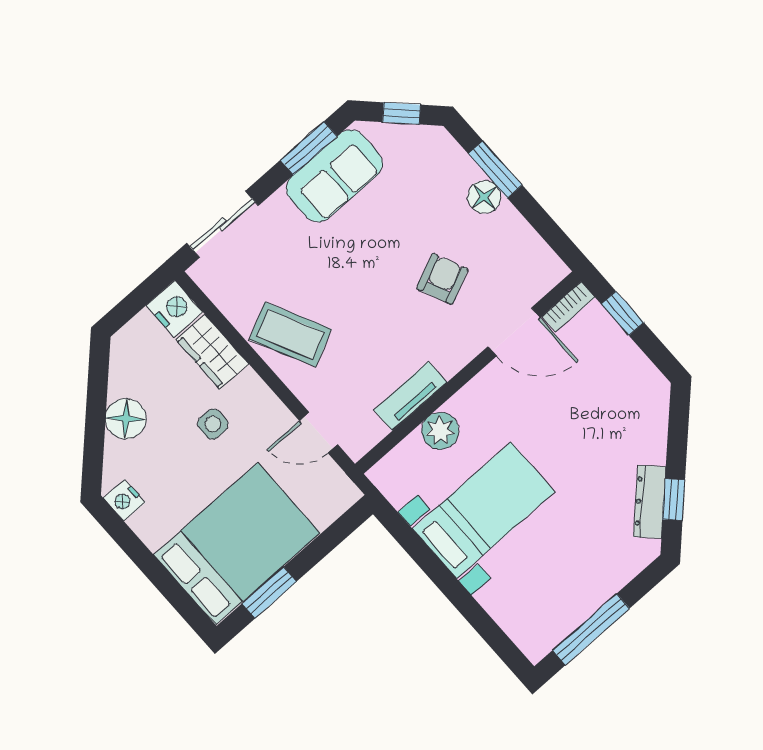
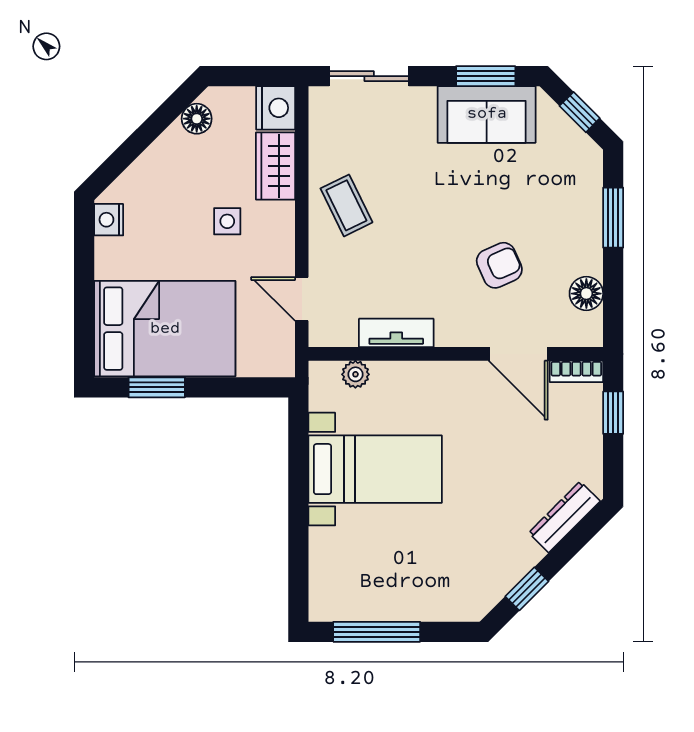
floor lamp: (484, 197) -> (586, 294), moved
coffee table: (290, 334) -> (346, 205), width x0.73, depth x0.77
floor lamp: (126, 419) -> (197, 119), moved, width x0.73, depth x0.73
plant: (440, 431) -> (355, 374), moved, width x0.73, depth x0.73
dresser: (650, 502) -> (564, 517), moved

